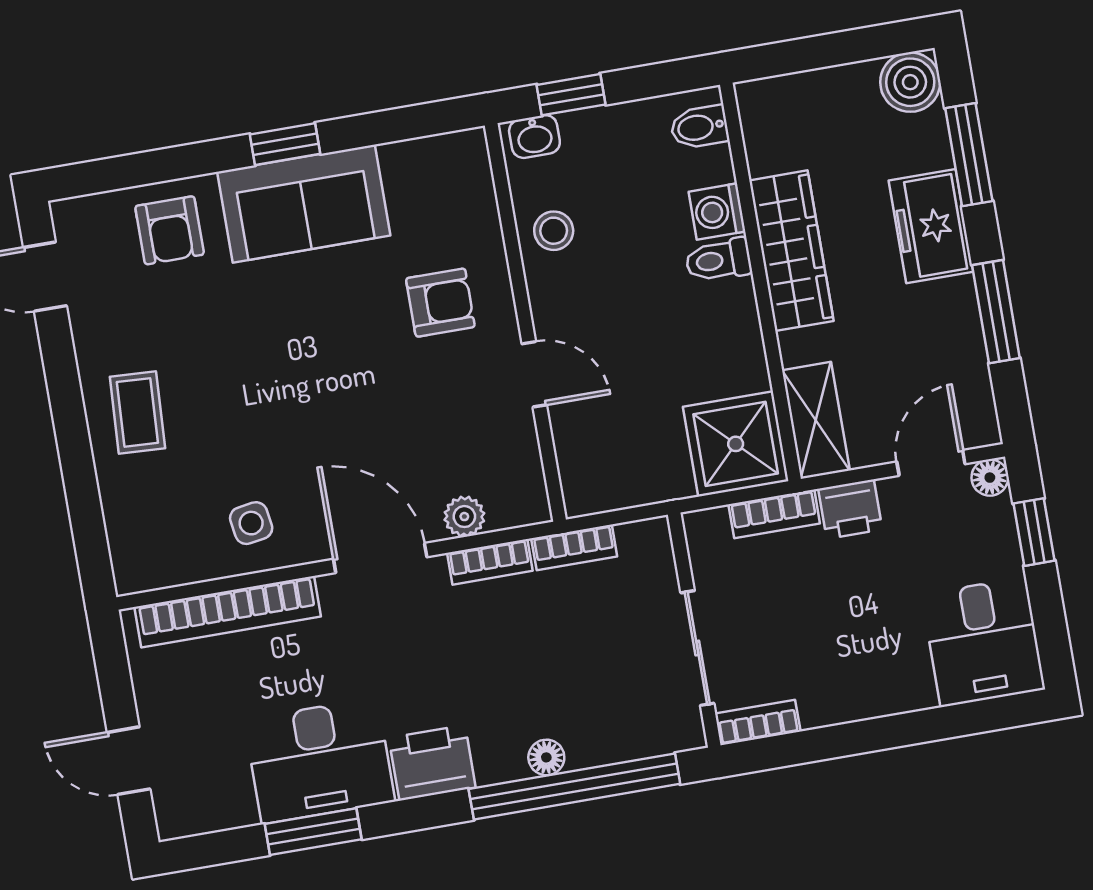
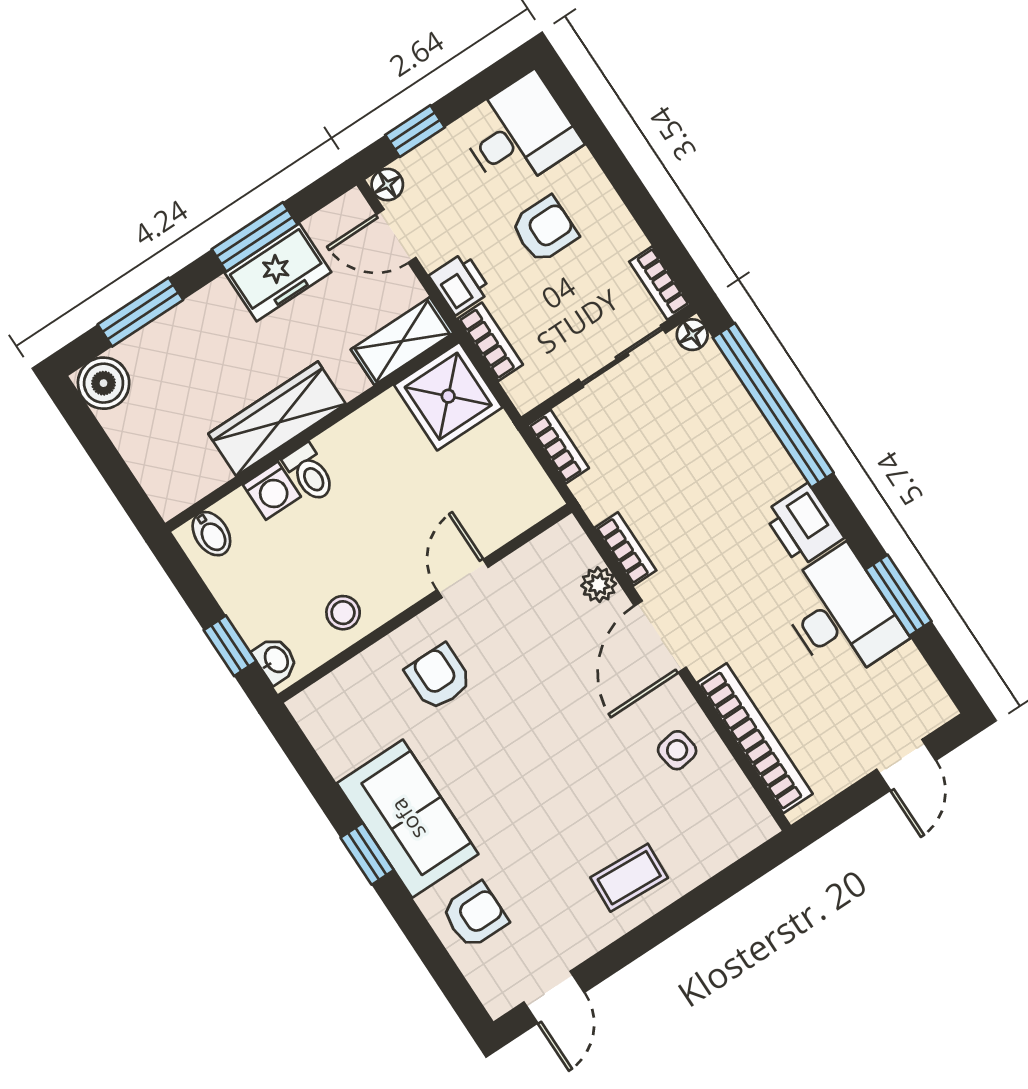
freezer: (931, 226) -> (278, 272), moved
bookcase: (574, 547) -> (558, 447), moved
armchair: (869, 624) -> (544, 229), added
floor lamp: (546, 757) -> (692, 335), moved

